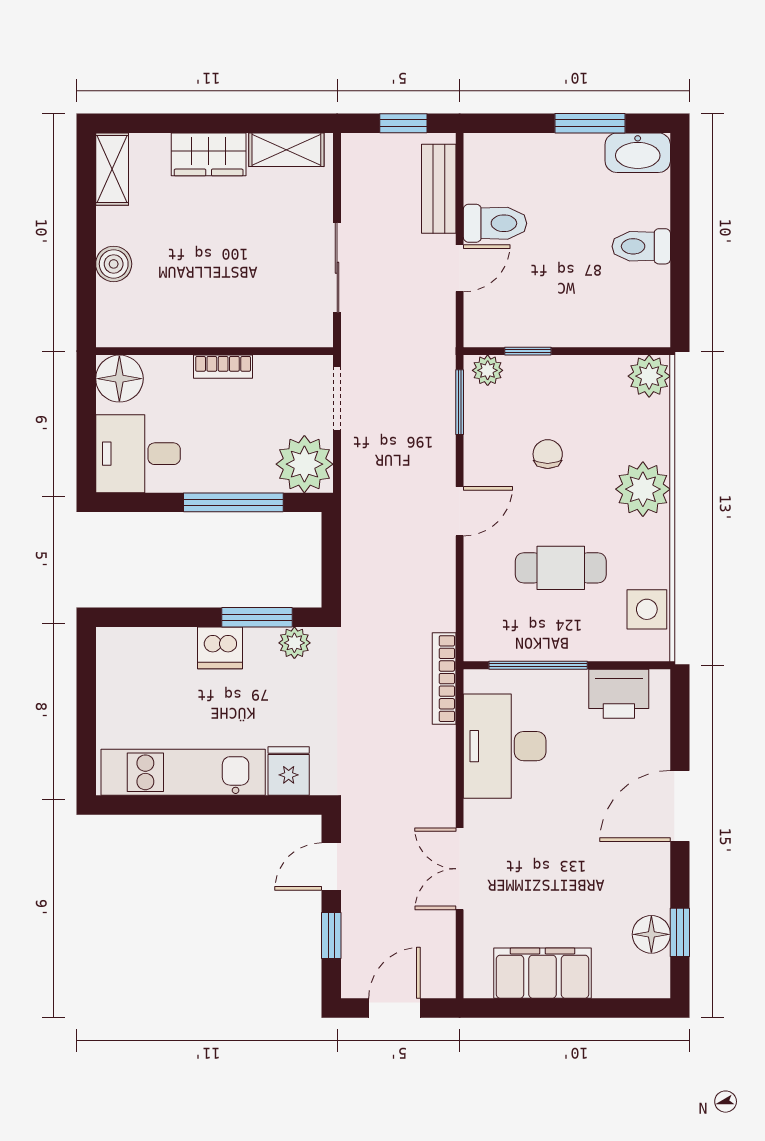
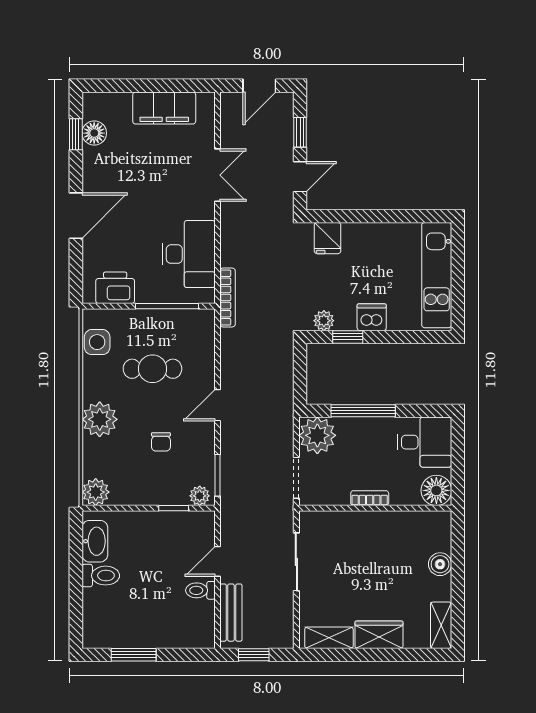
washbasin: (638, 153) -> (95, 541), moved, turned 90
toilet: (495, 223) -> (200, 590), width x0.73, depth x0.72
window: (257, 617) -> (348, 337), width x0.67
kitchen unit: (183, 772) -> (437, 275), moved, turned 90

